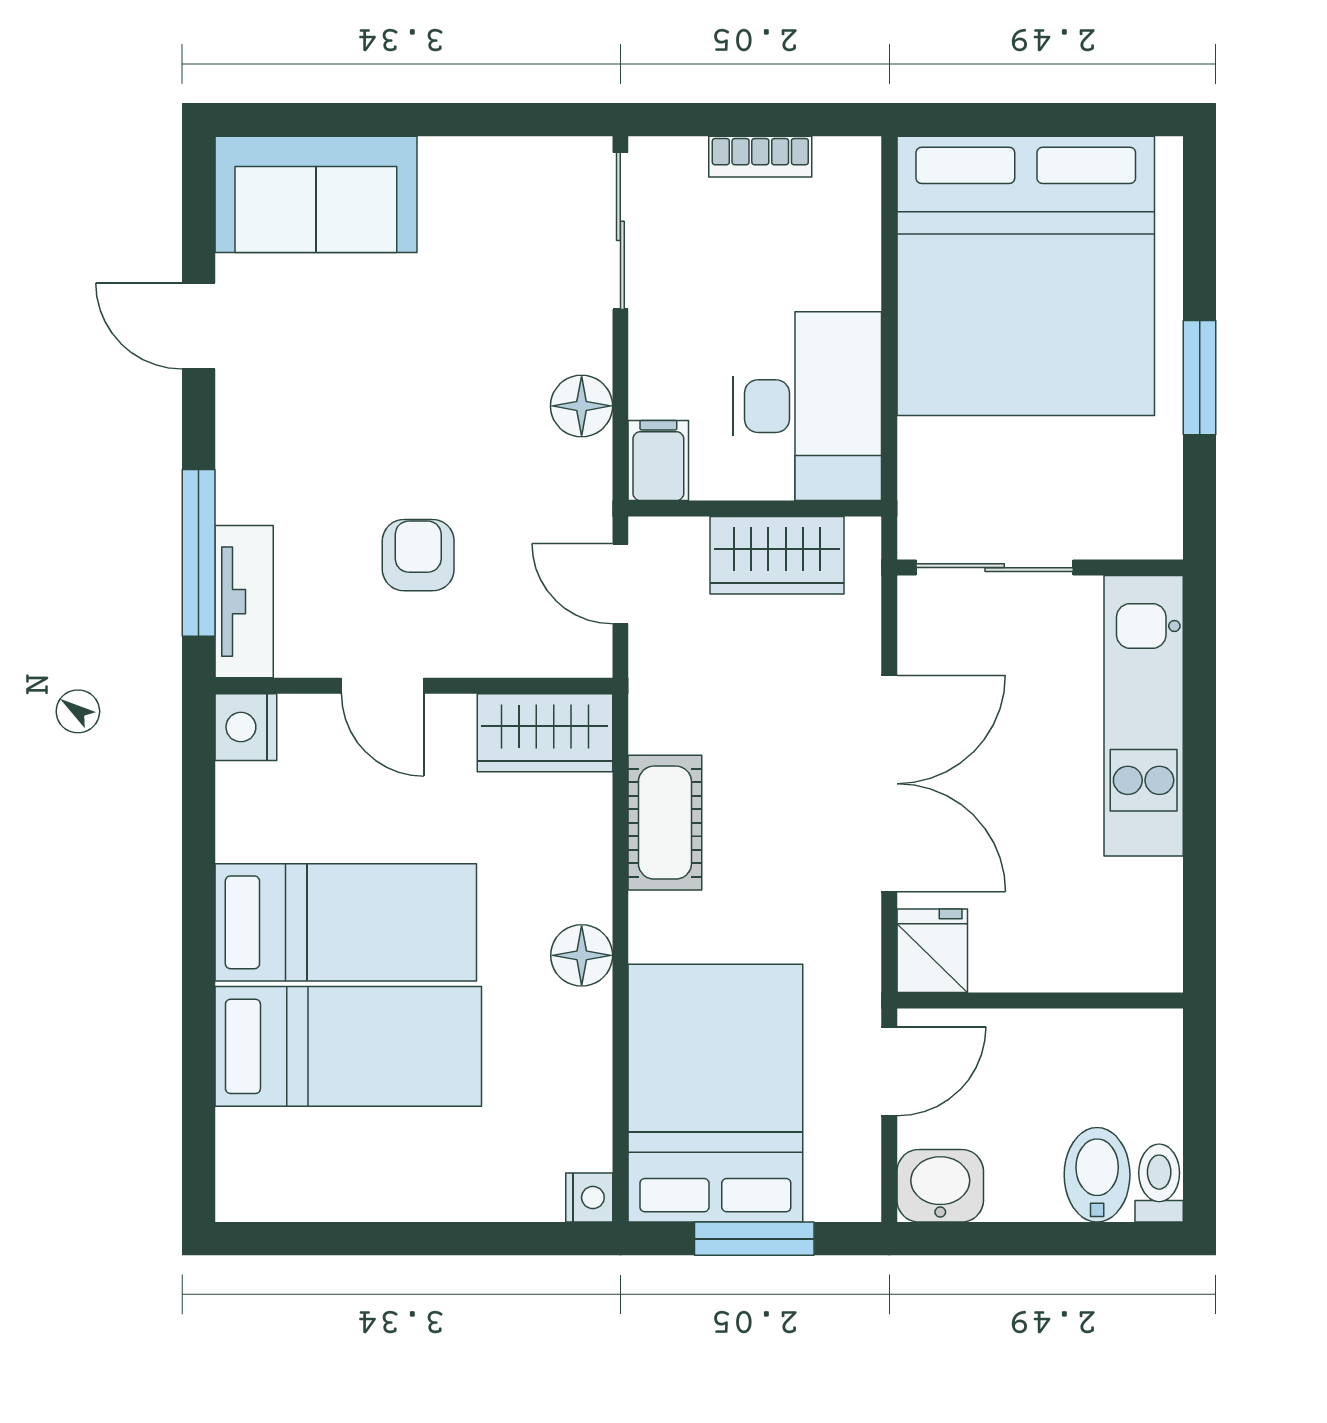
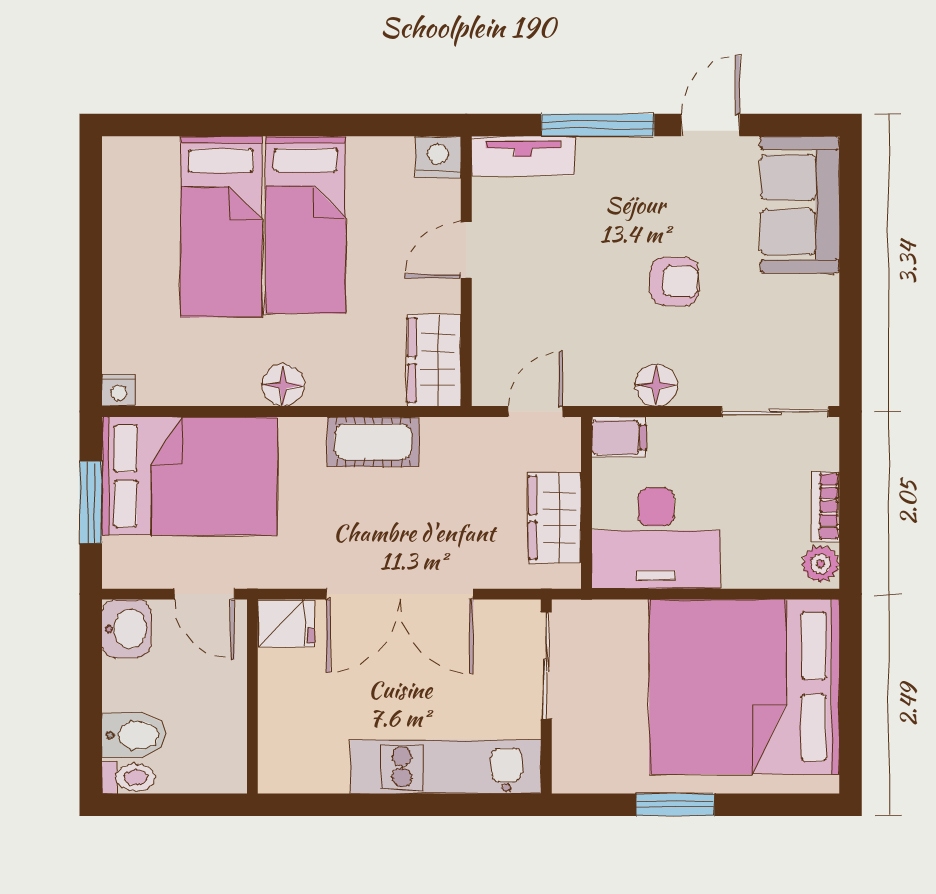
plant: (845, 164) -> (821, 564), added
window: (199, 553) -> (598, 125), moved
armchair: (418, 555) -> (674, 281), moved

